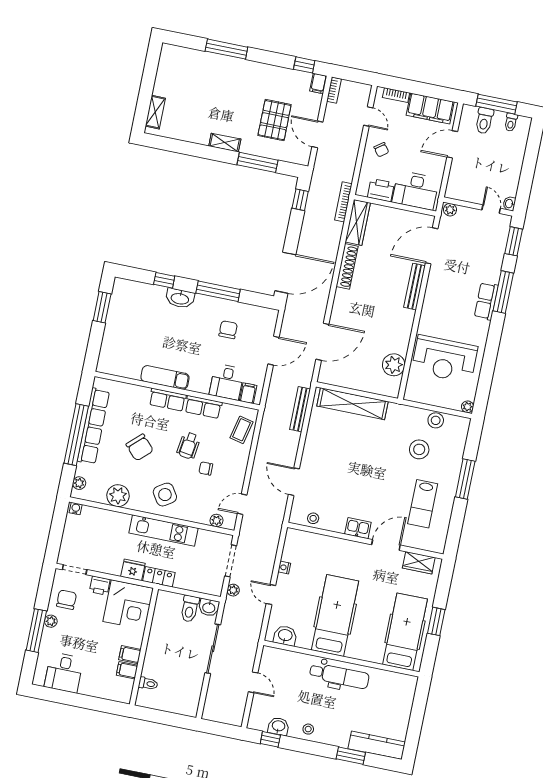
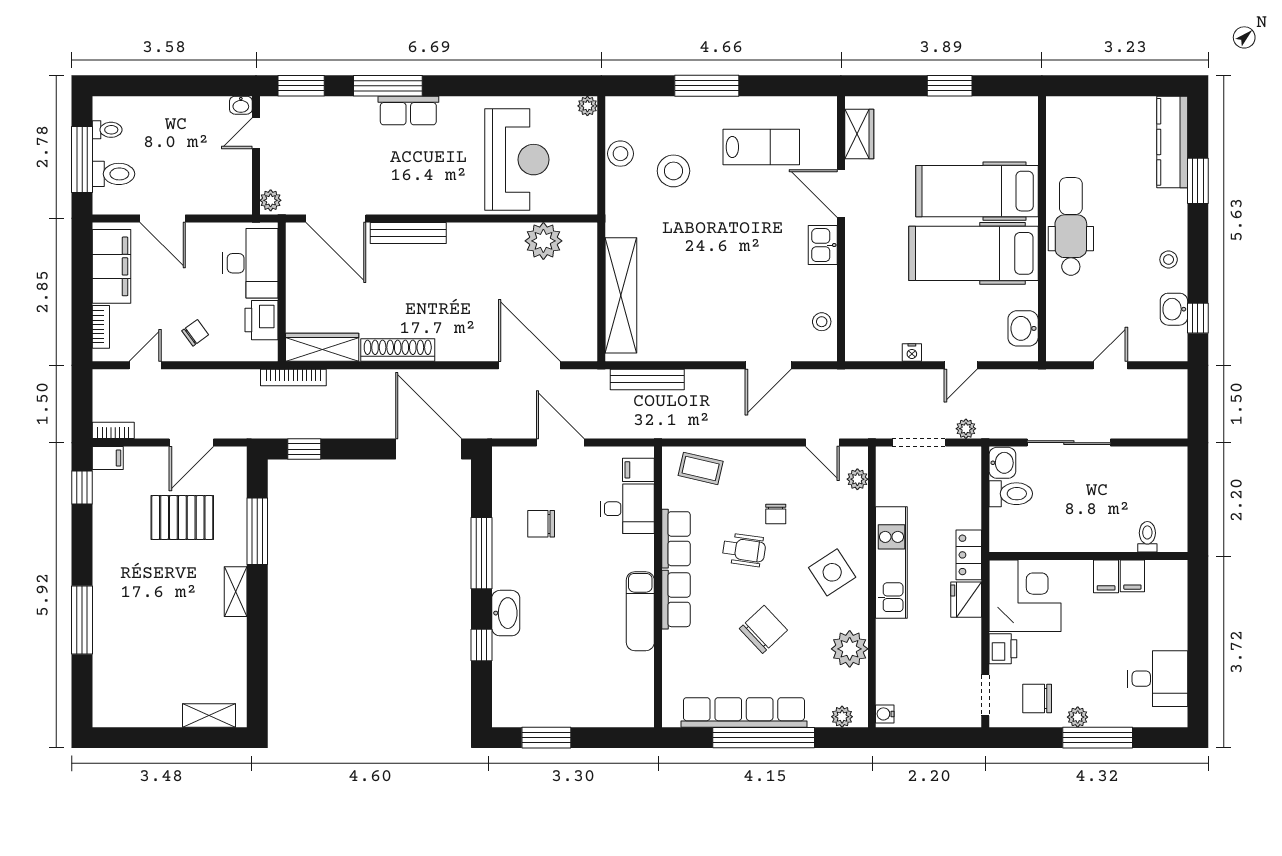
hospital bed: (405, 632) -> (977, 191), moved

